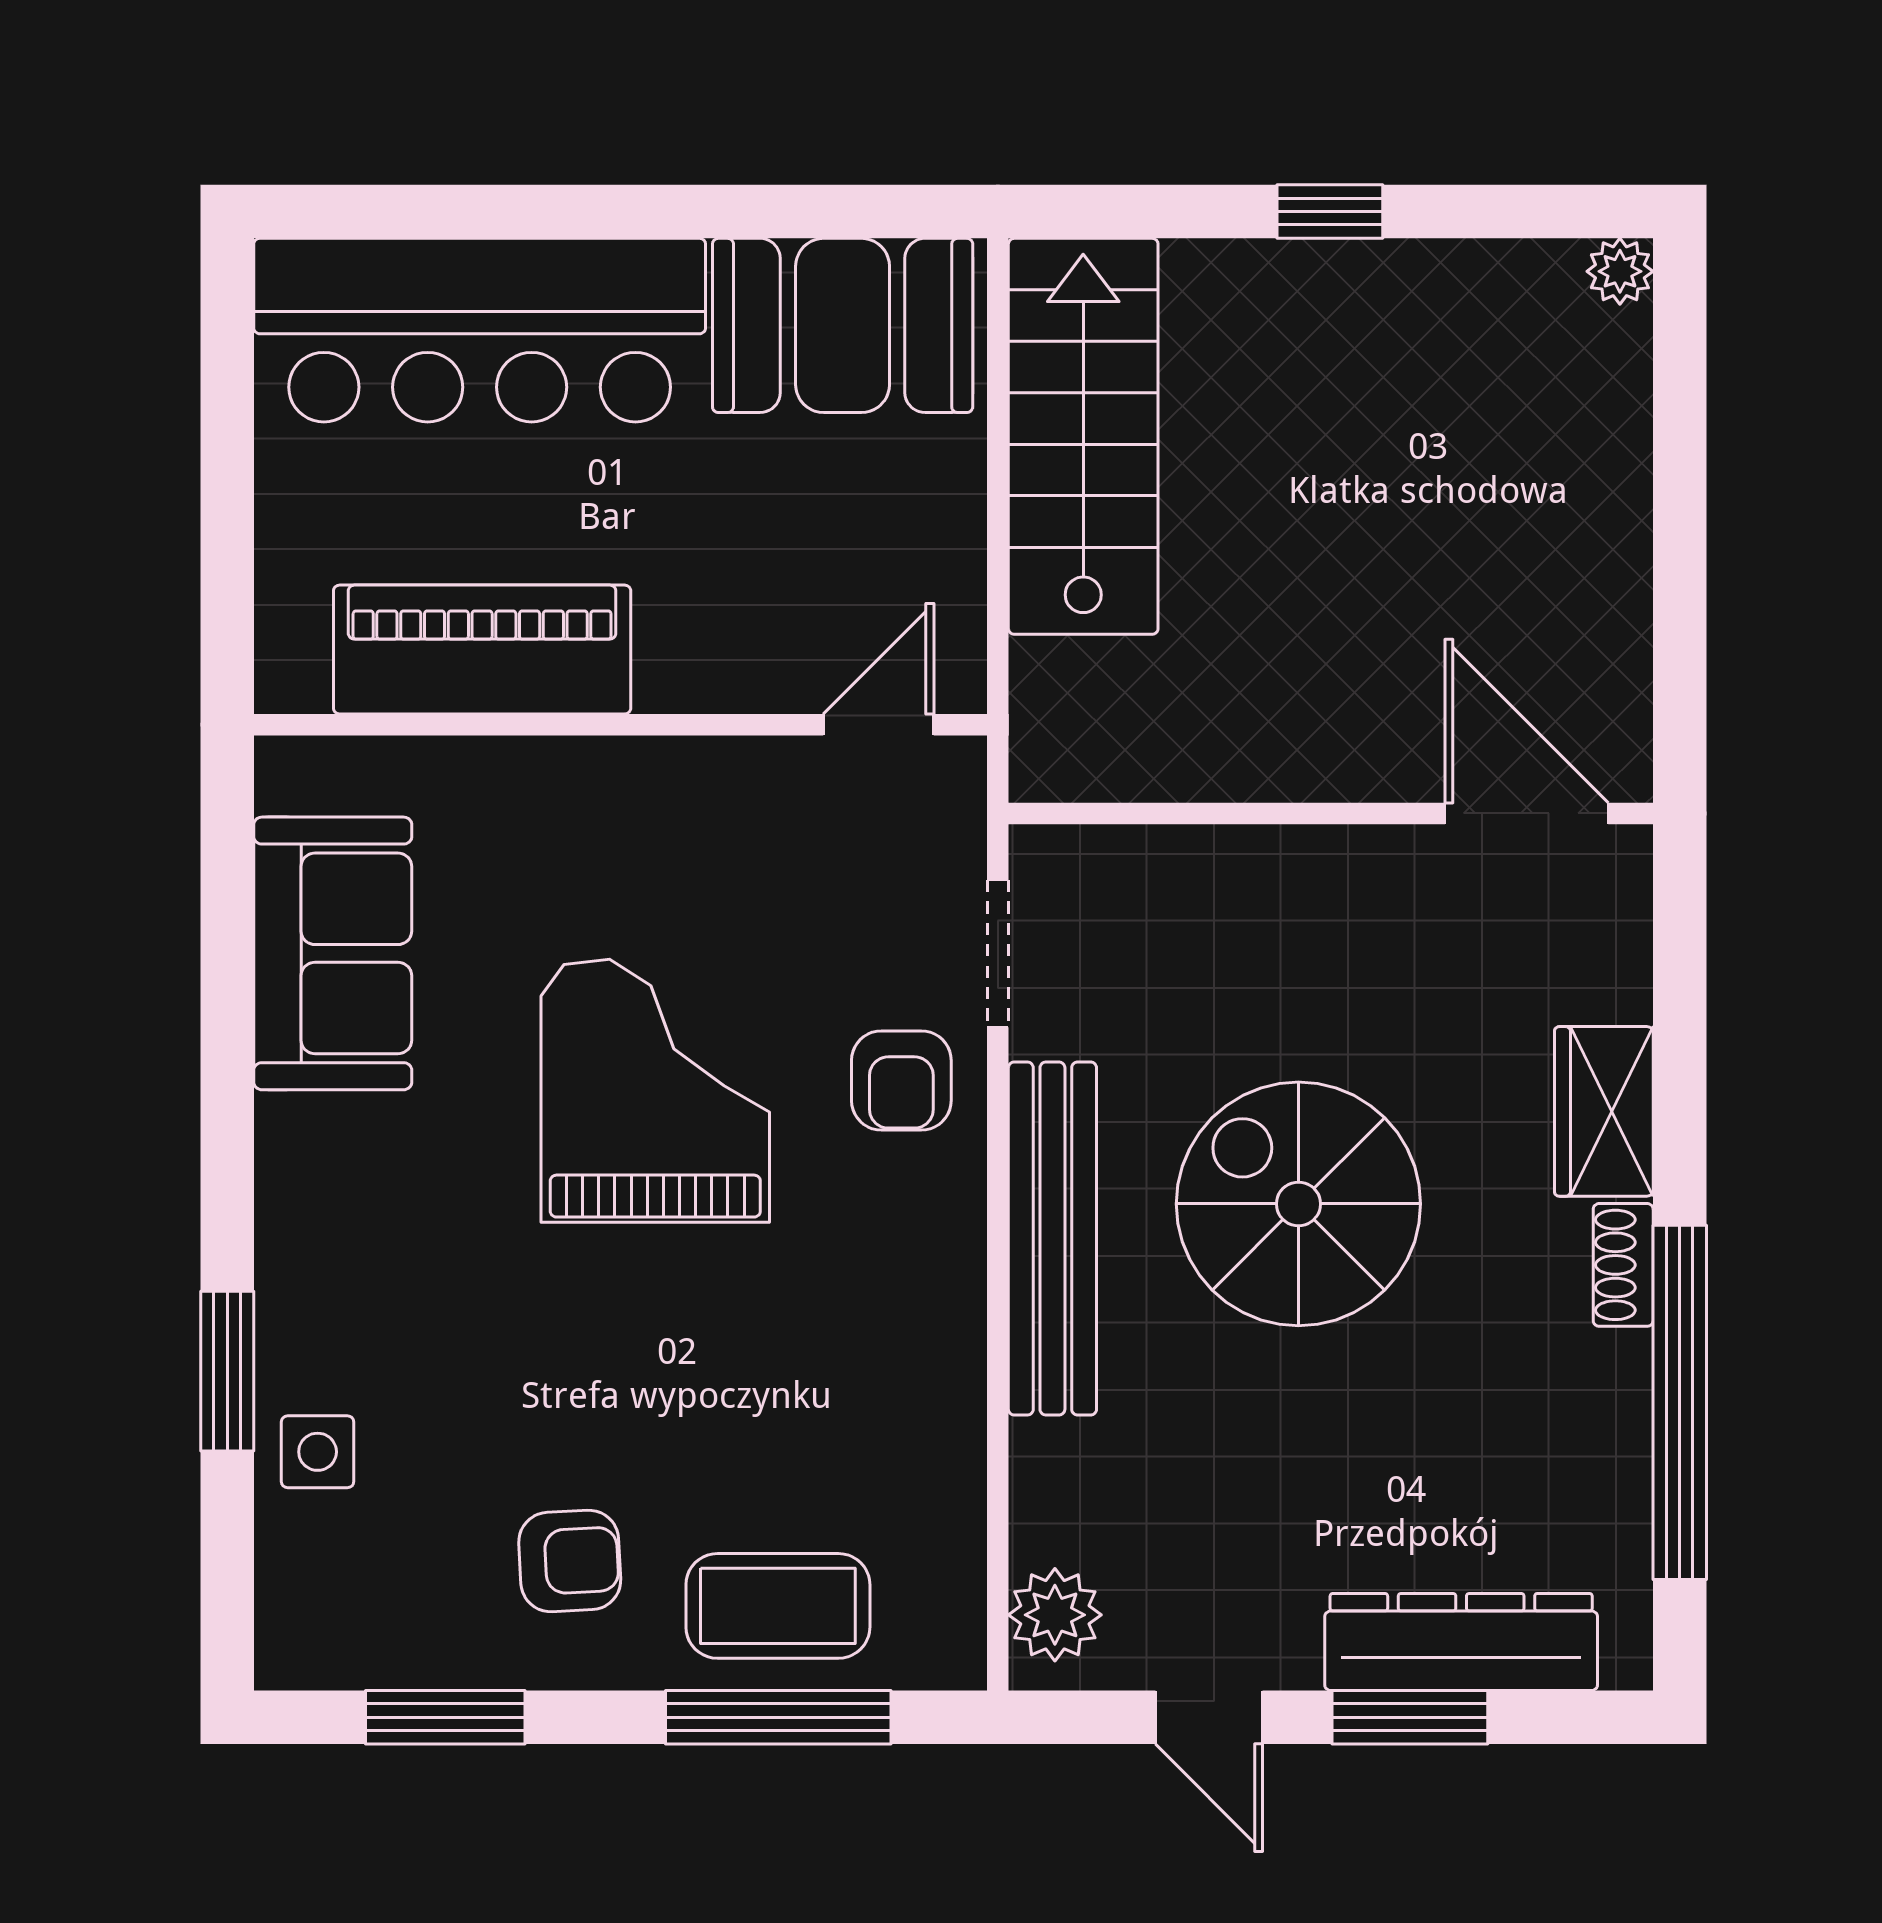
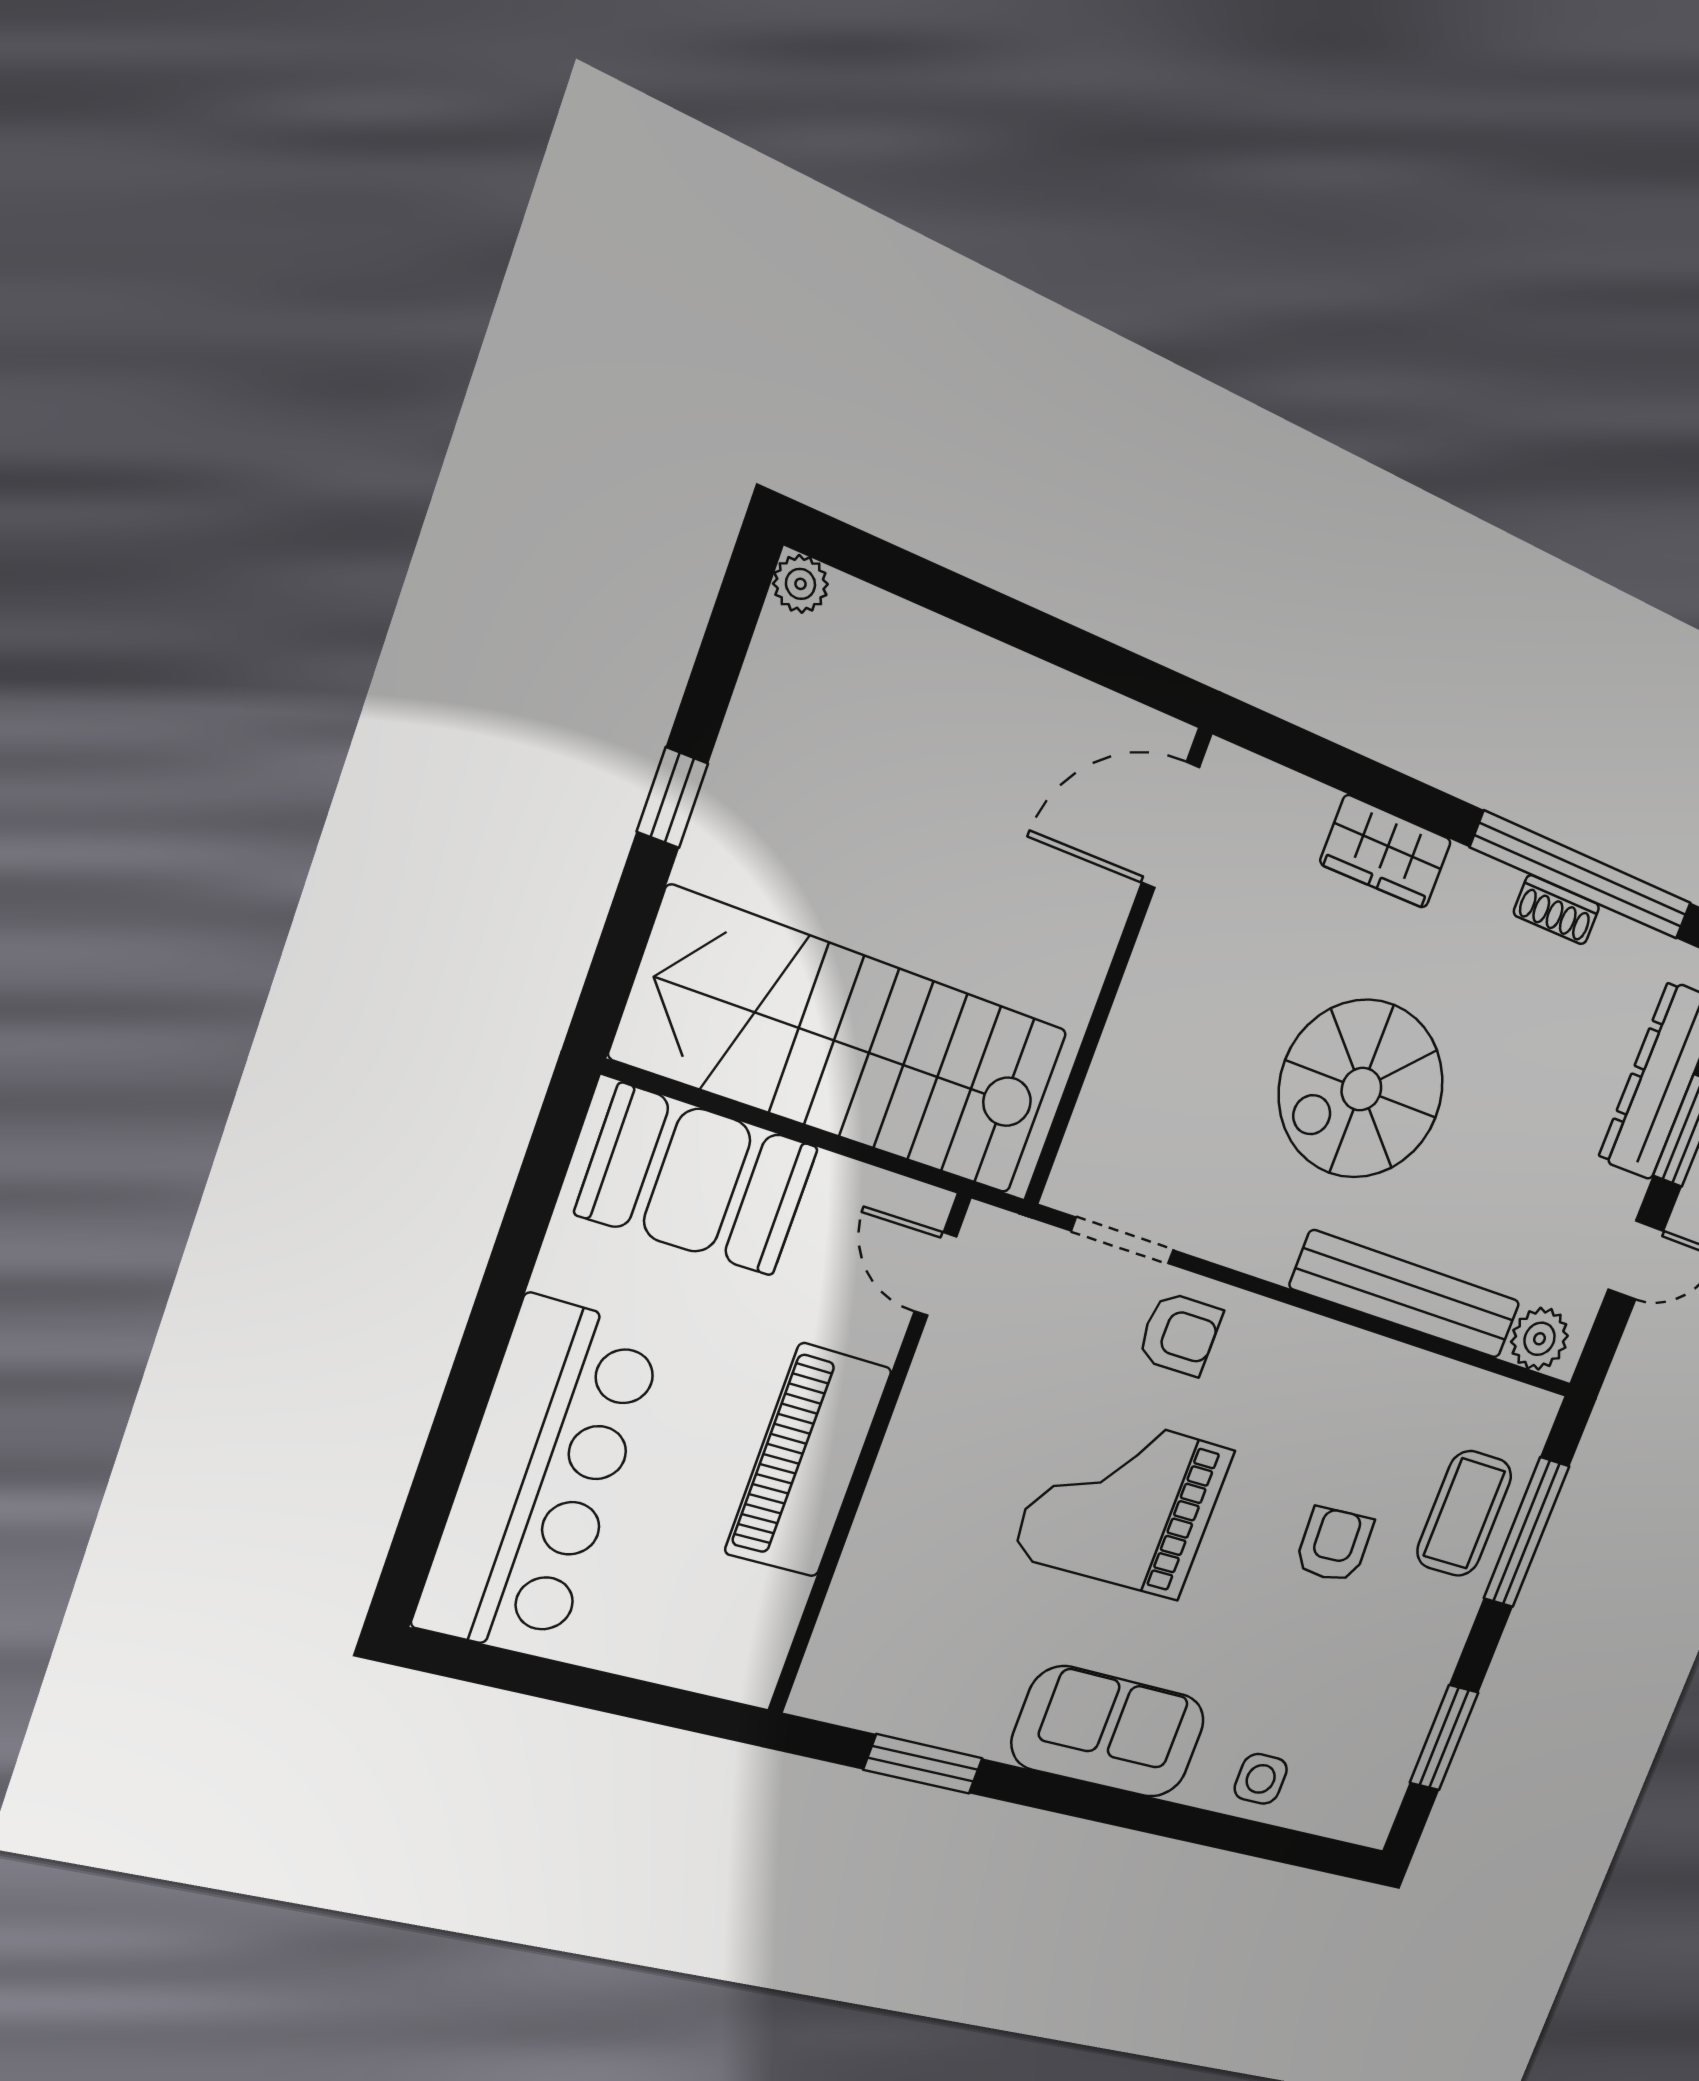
booth: (843, 325) -> (697, 1181), moved, turned 90
stairs: (1083, 436) -> (844, 1044), width x1.36, depth x1.51
piano: (482, 650) -> (808, 1461), moved
sofa: (333, 953) -> (1109, 1732), moved
bench: (1052, 1239) -> (1406, 1295), moved
shoe rack: (1623, 1265) -> (1556, 910), moved
window: (227, 1371) -> (923, 1764), moved
armchair: (570, 1561) -> (1334, 1545), moved

